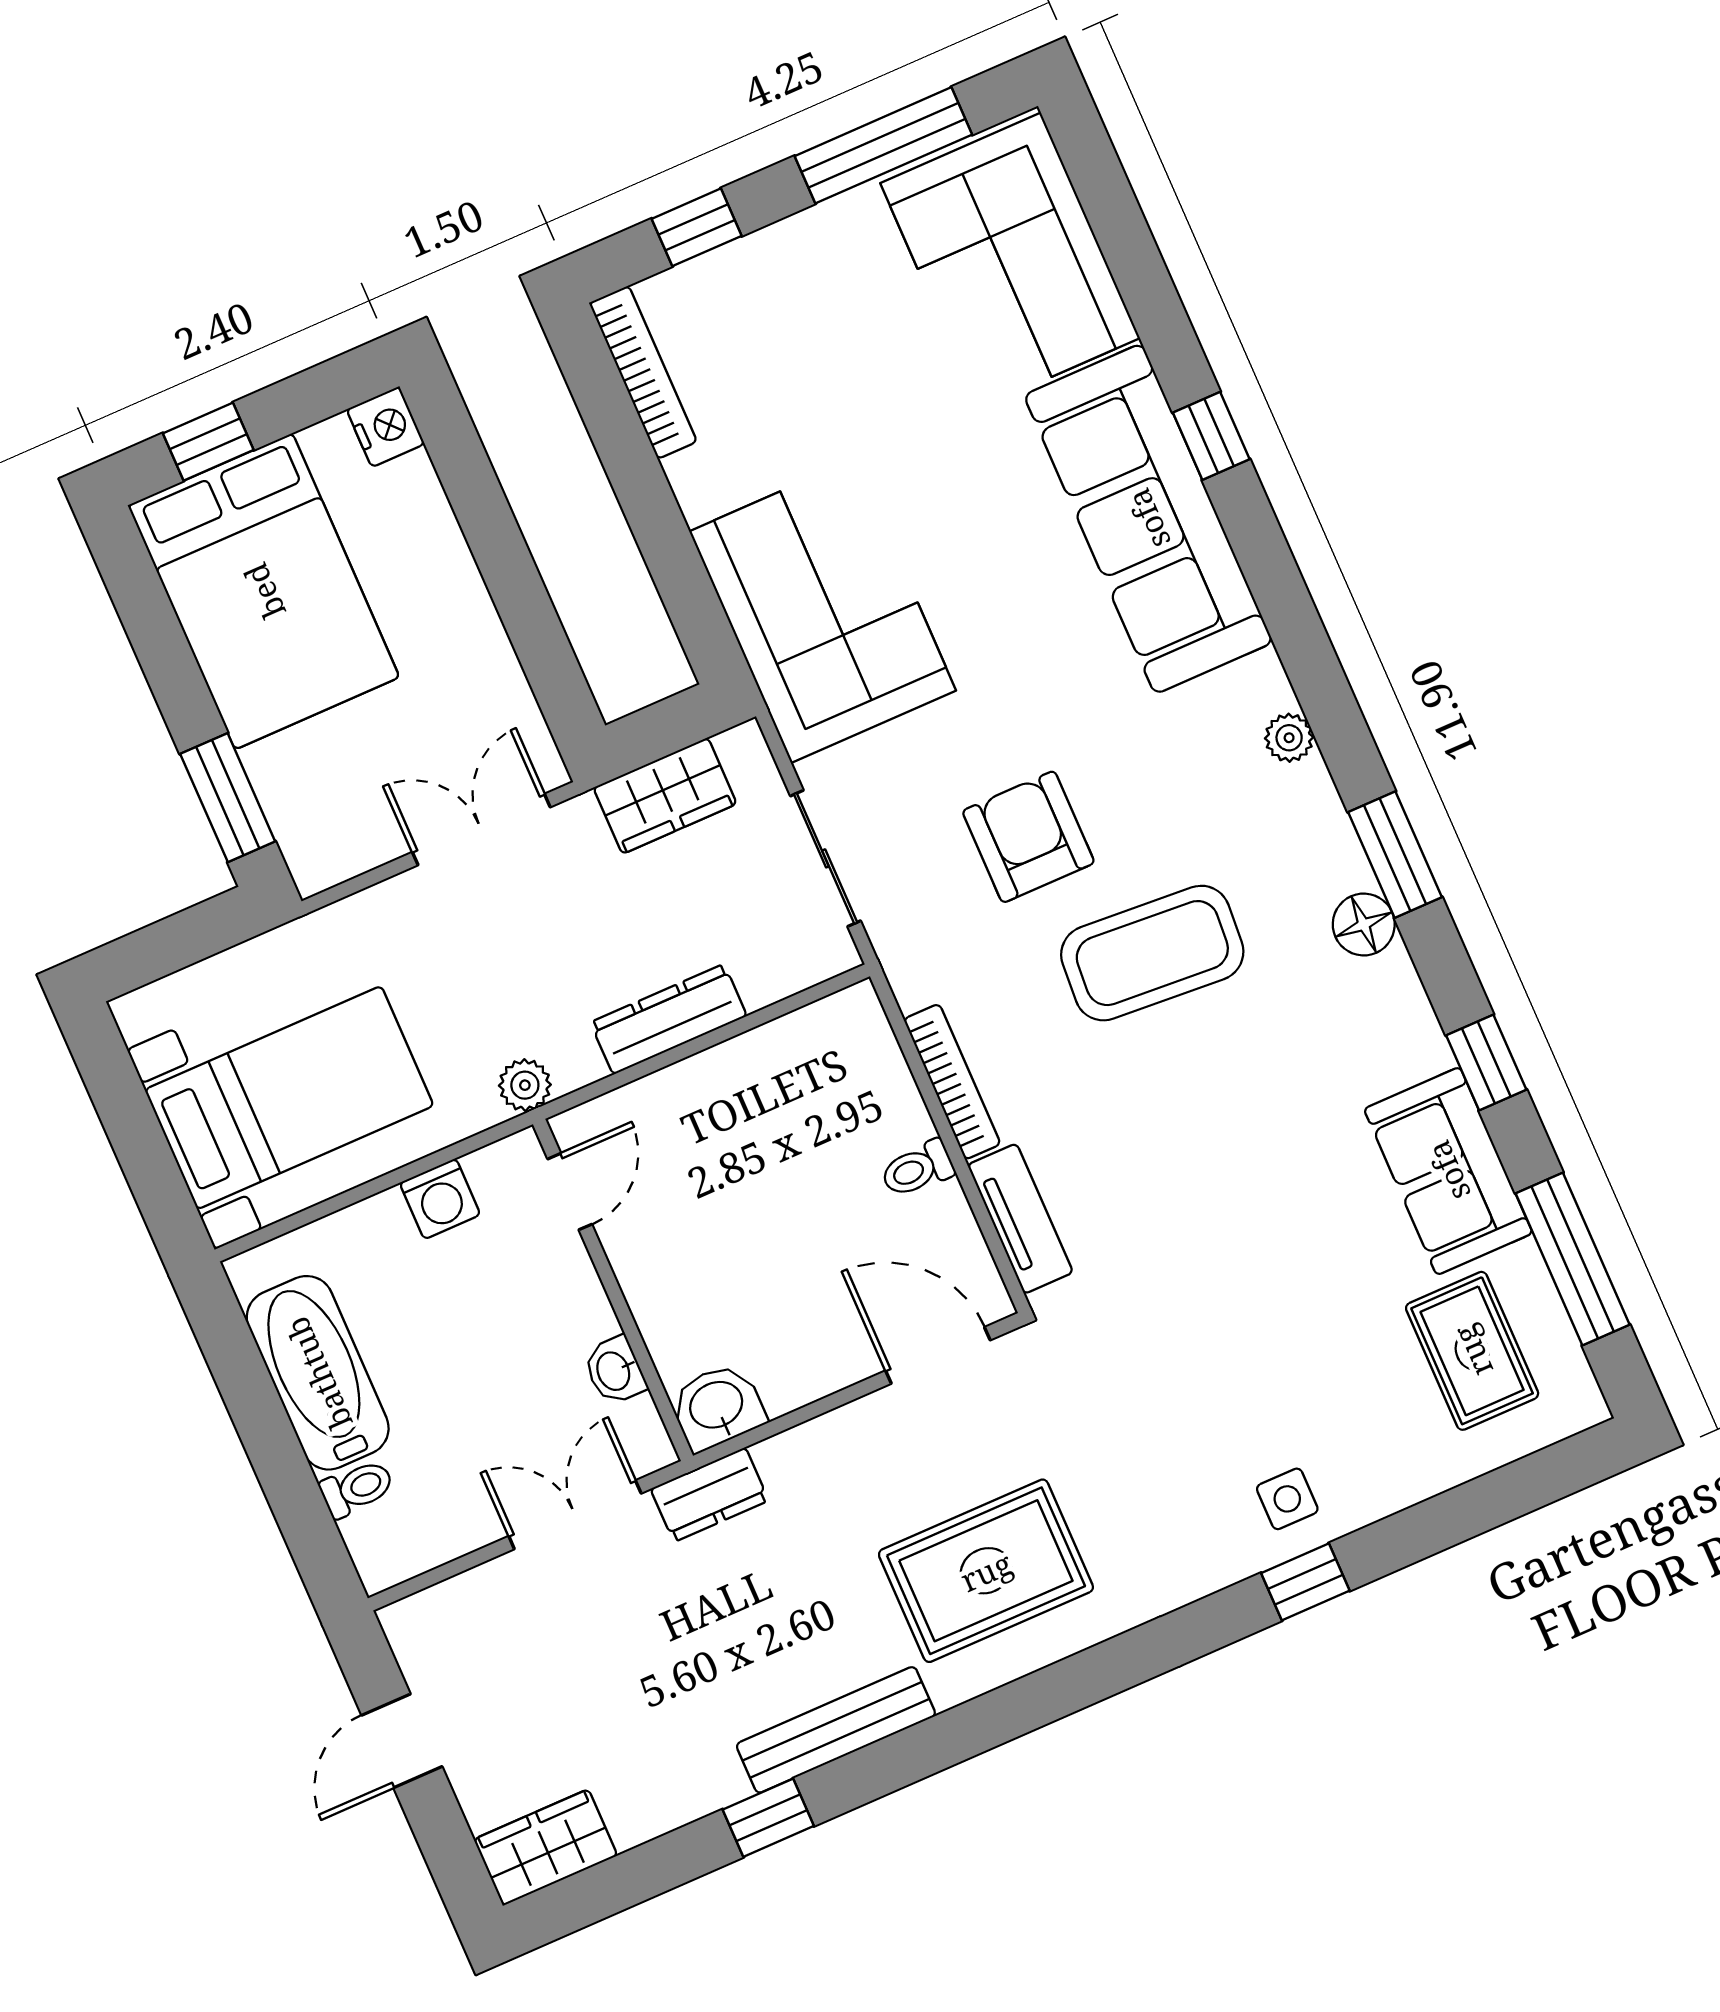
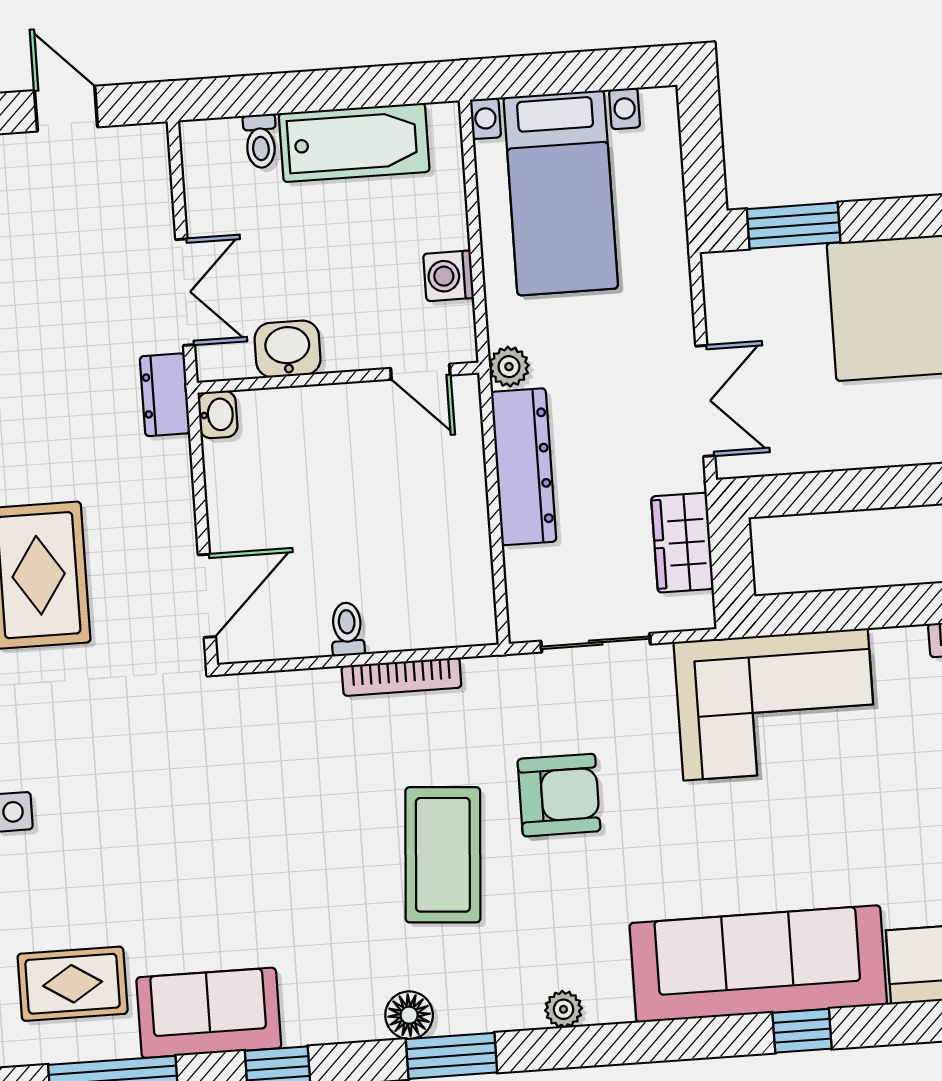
dresser: (669, 1019) -> (524, 467), width x1.37, depth x1.24
tv unit: (1020, 1219) -> (285, 691), removed
washbasin: (615, 1371) -> (288, 349), width x1.38, depth x1.45
washbasin: (717, 1407) -> (218, 415), width x0.72, depth x0.69

